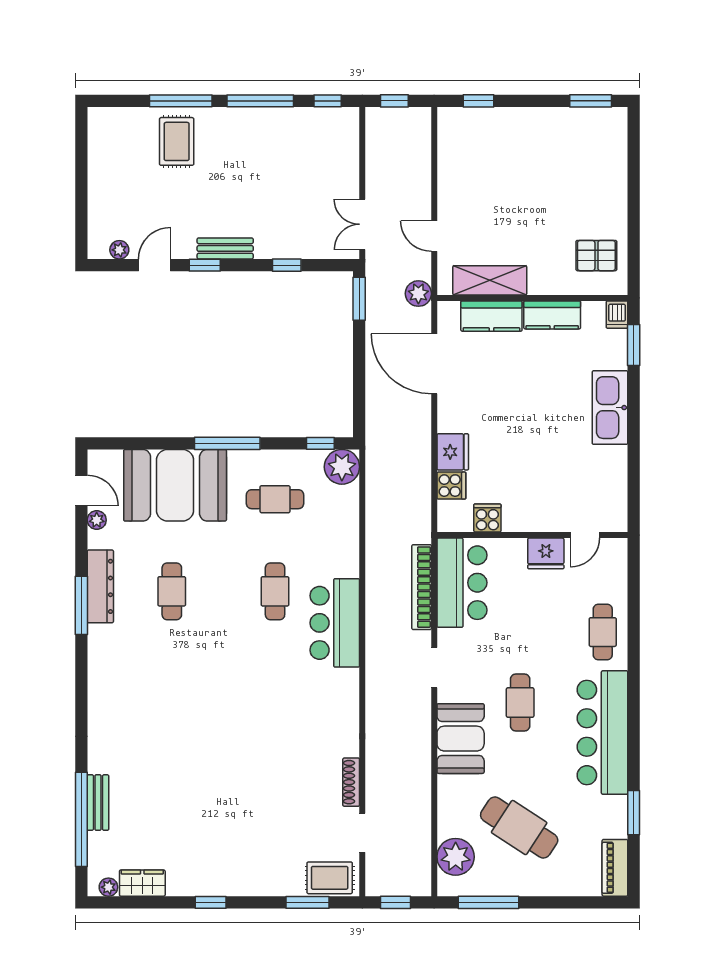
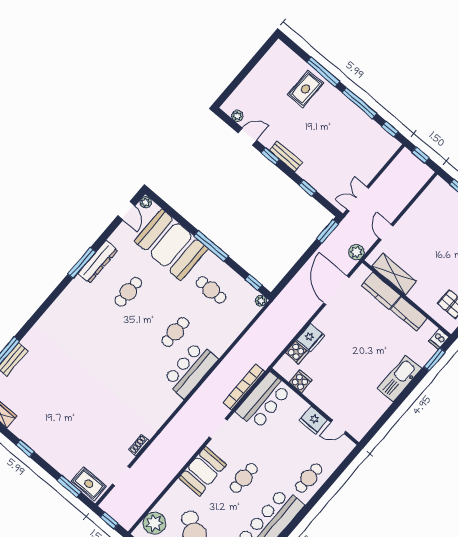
plant: (342, 467) -> (261, 301), width x0.53, depth x0.53
plant: (97, 520) -> (146, 202), moved
shoe rack: (351, 782) -> (139, 445), width x0.70

